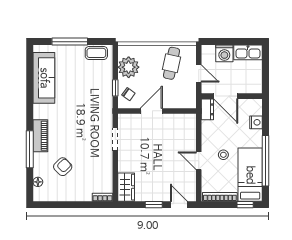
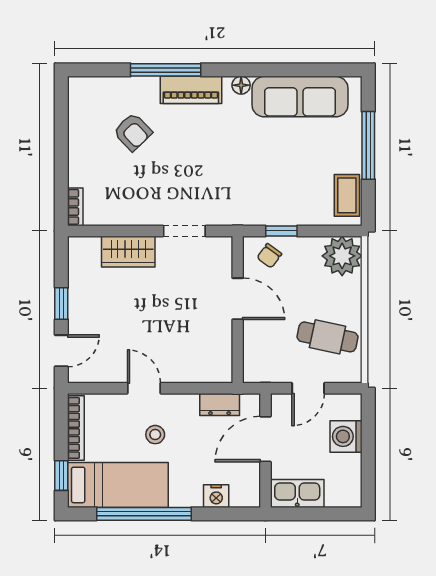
kitchen sink: (248, 52) -> (297, 493), moved, turned 90
plant: (129, 67) -> (342, 256), moved
dresser: (207, 109) -> (220, 405), moved
door: (199, 161) -> (144, 388), hinge flipped
floor lamp: (38, 182) -> (241, 85), moved
wardrobe: (126, 187) -> (128, 252), moved

